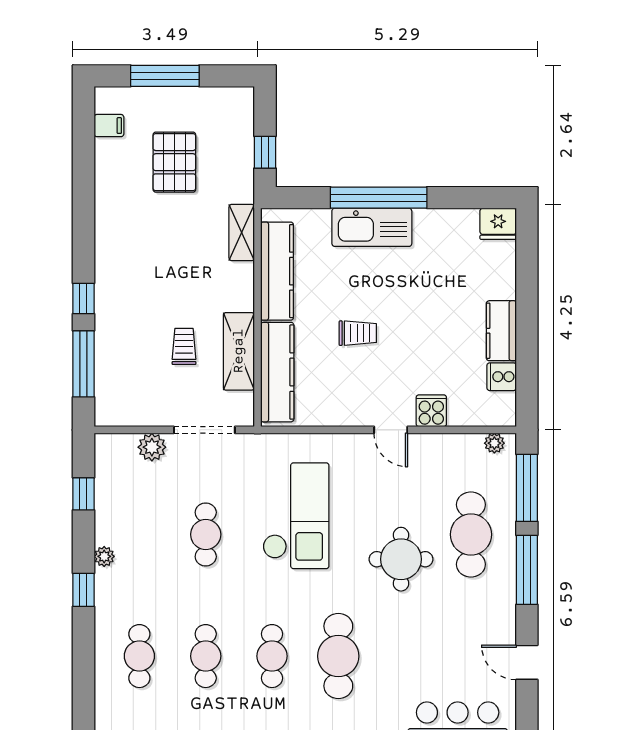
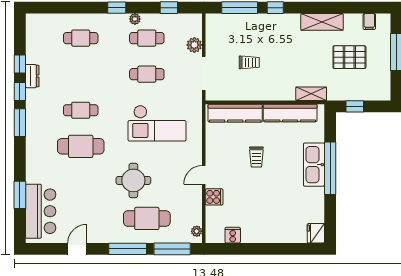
kitchen counter: (501, 331) -> (258, 235), removed
shelving: (239, 351) -> (322, 22), moved
cafe table: (206, 656) -> (147, 38), moved

